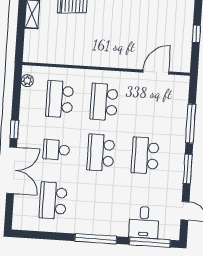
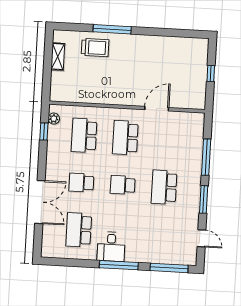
door: (156, 72) -> (157, 109), moved
window: (14, 129) -> (44, 131), moved
school desk: (101, 153) -> (123, 185), width x0.54
desk: (144, 222) -> (111, 247), moved

